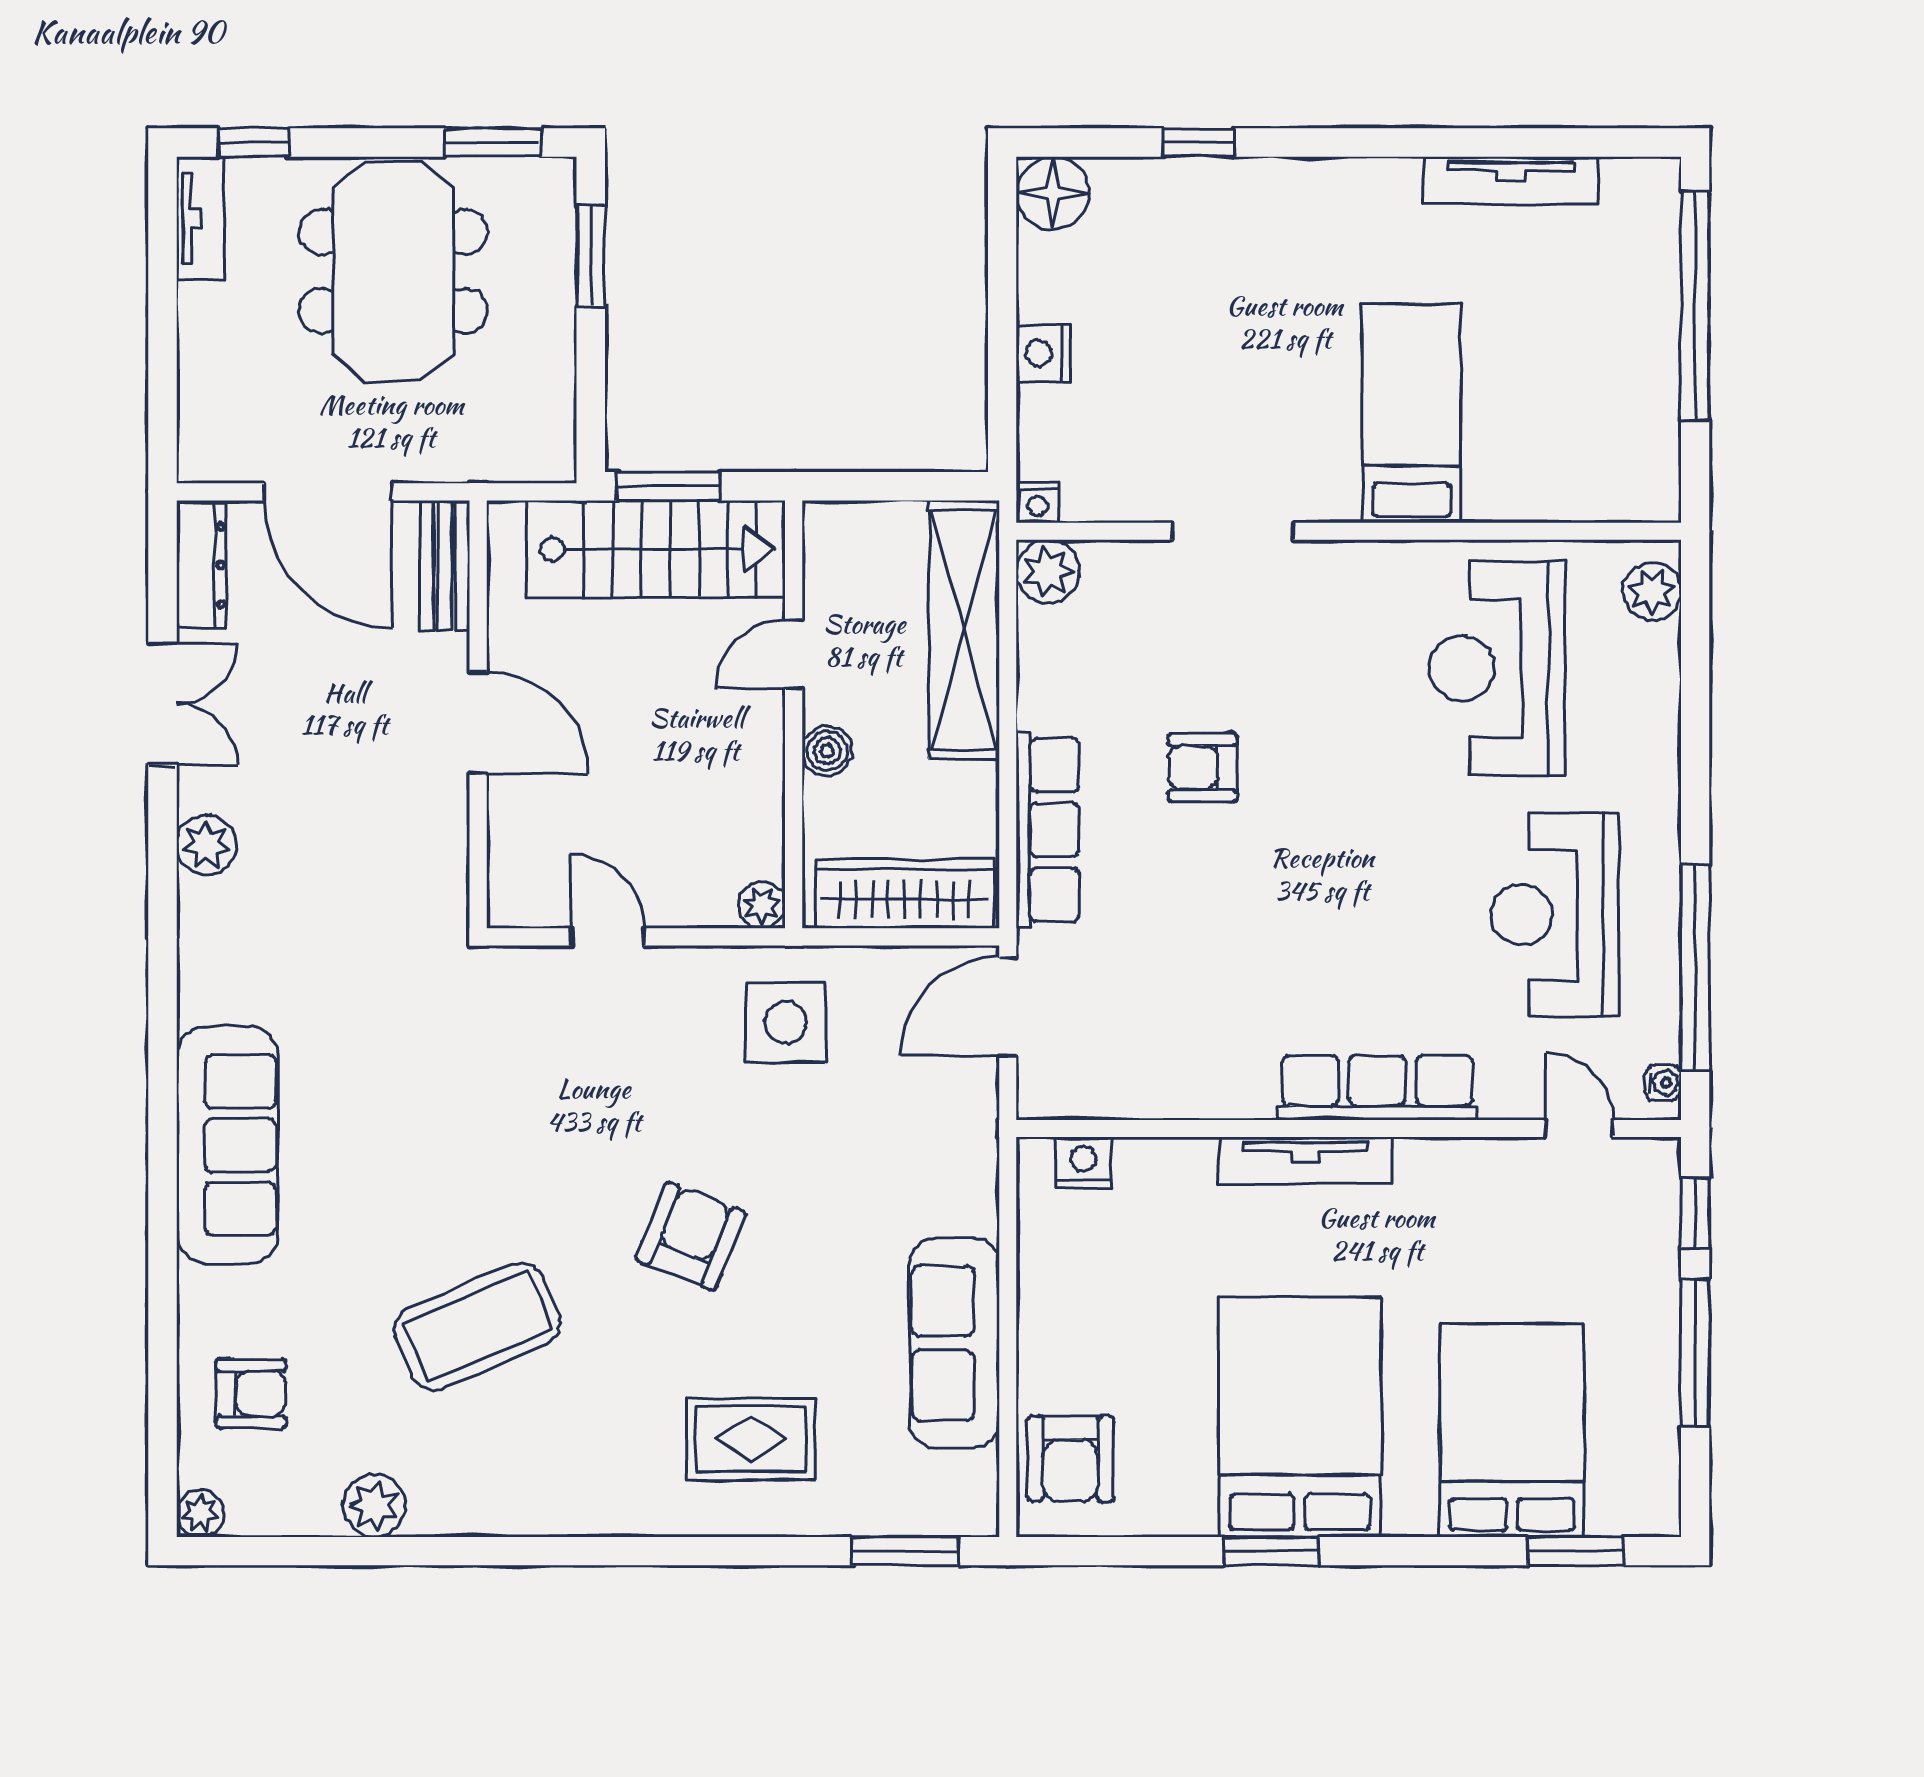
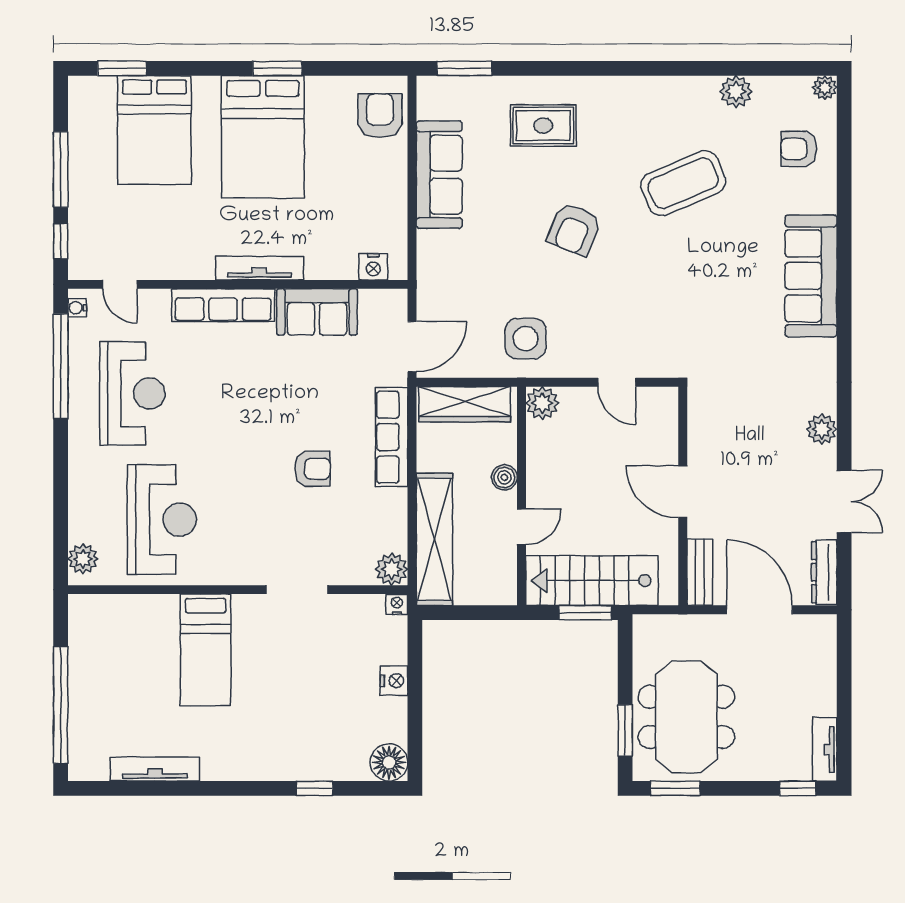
meeting table: (393, 272) -> (686, 717), moved
double door: (163, 704) -> (844, 501), swing flipped
plant: (762, 905) -> (542, 403), width x1.38, depth x1.38
sofa: (1194, 1074) -> (317, 312), added

